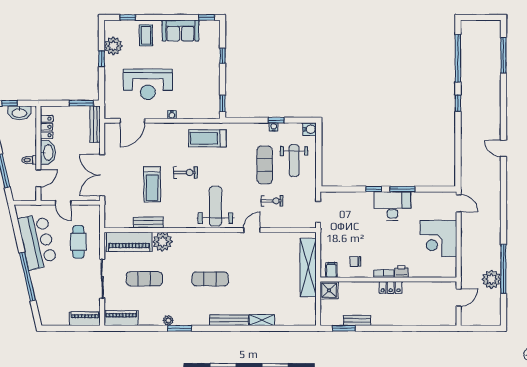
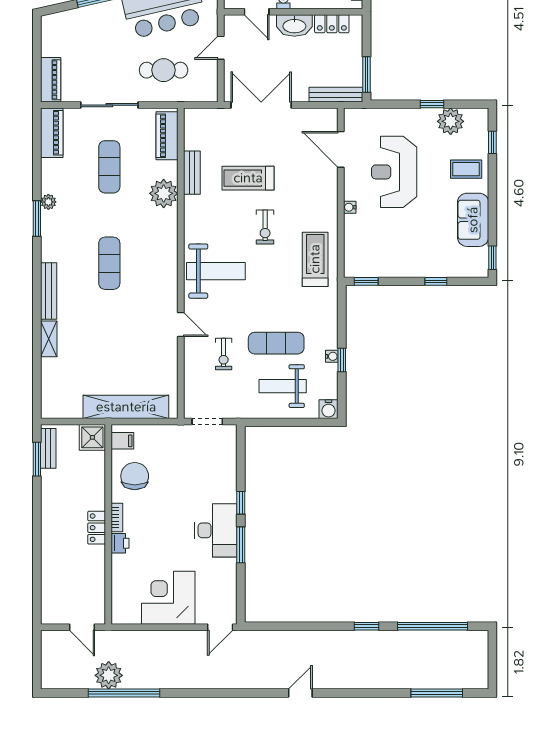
piano: (129, 242) -> (167, 136), width x0.73, depth x0.75
chair: (355, 261) -> (135, 476), width x1.87, depth x1.87
bench: (357, 320) -> (48, 448), moved

